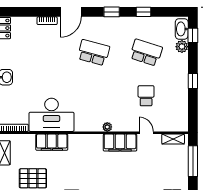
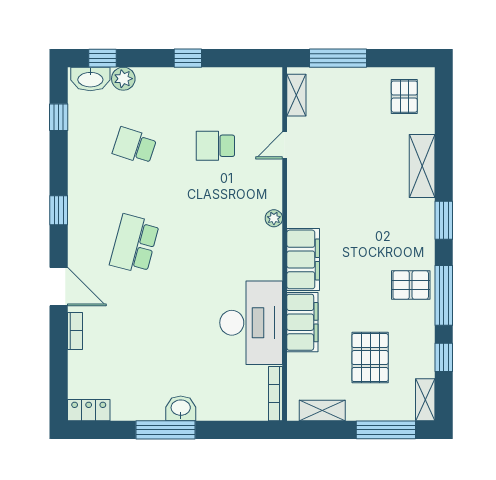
window: (144, 12) -> (59, 117), moved
school desk: (146, 53) -> (135, 146), width x0.54
filing cabinet: (120, 143) -> (303, 259), moved

